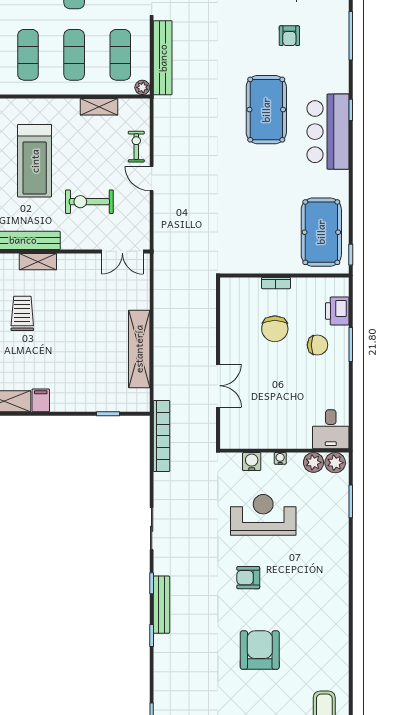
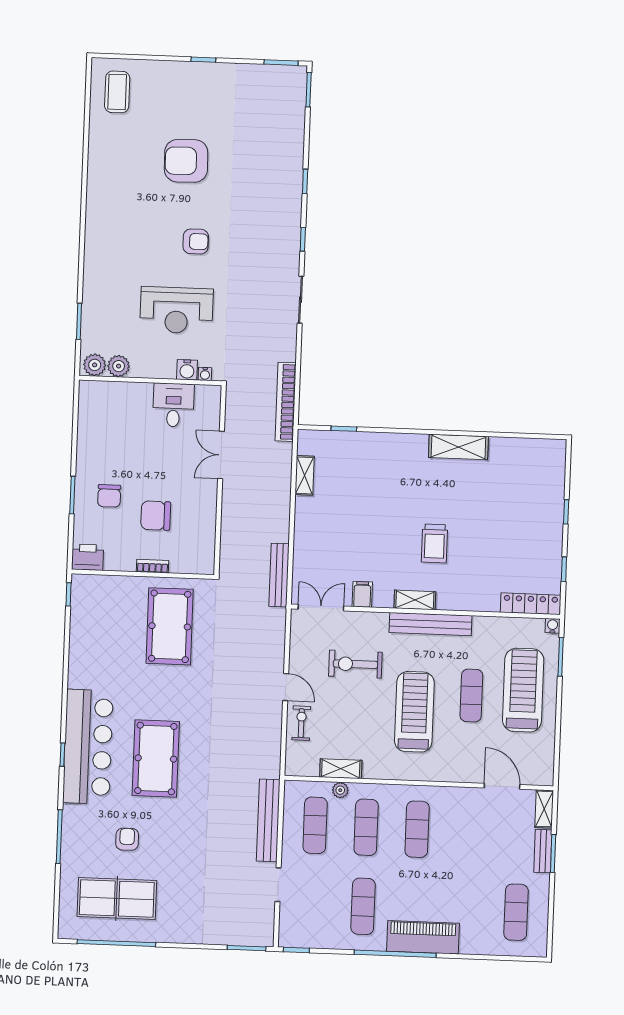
plant: (142, 87) -> (340, 790), moved
bar counter: (328, 132) -> (88, 747), width x1.36
exercise bike: (136, 147) -> (301, 723), turned 180
exercise bike: (89, 202) -> (355, 664), turned 180
pool table: (321, 232) -> (170, 626), moved
printer: (337, 311) -> (88, 557), moved, turned -90
chair: (275, 329) -> (156, 516), turned -90
chair: (318, 345) -> (109, 496), turned -90
shelving: (139, 349) -> (305, 475), width x0.45, depth x0.75
filing cabinet: (41, 400) -> (362, 594), moved, turned 180
desk: (331, 429) -> (173, 405), moved
water cooler: (280, 458) -> (205, 374), moved
bench: (161, 605) -> (279, 575), moved
armchair: (260, 650) -> (186, 161), turned 89

